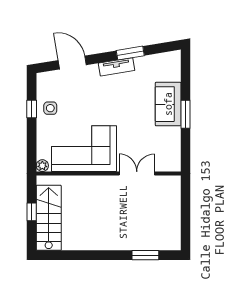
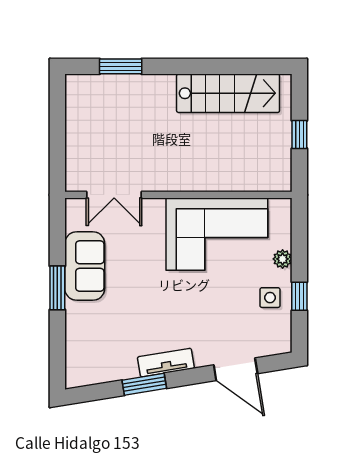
sofa: (168, 104) -> (85, 266), moved
plant: (42, 166) -> (283, 259), moved
double door: (137, 174) -> (114, 195), moved
stairs: (49, 218) -> (228, 93), moved, turned -90

